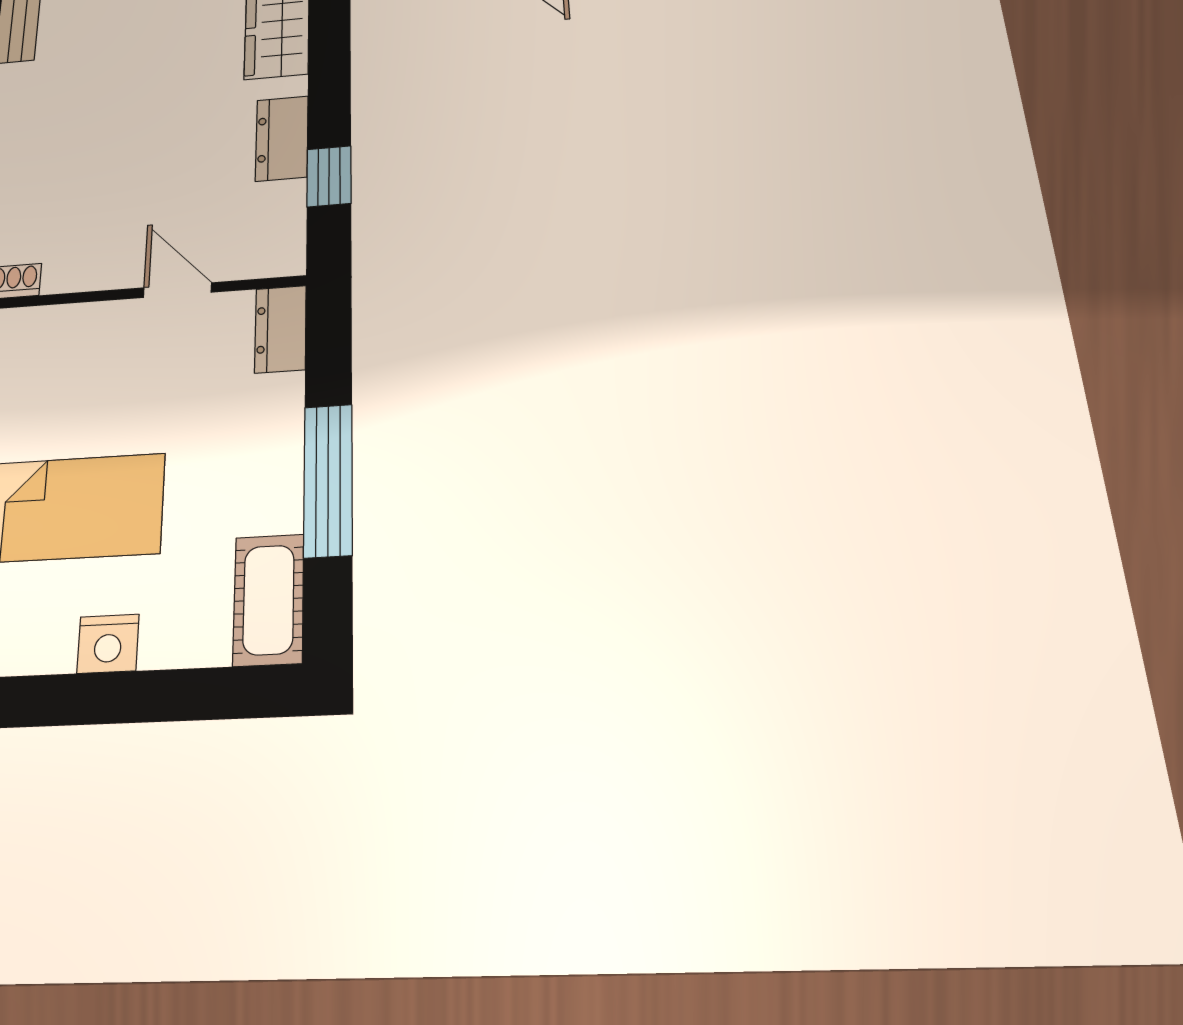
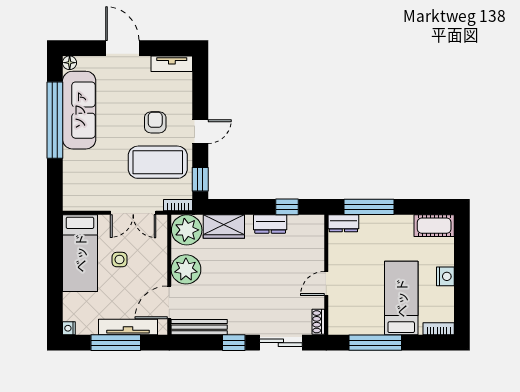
door: (177, 290) -> (326, 283), moved
window: (328, 480) -> (369, 207), moved

